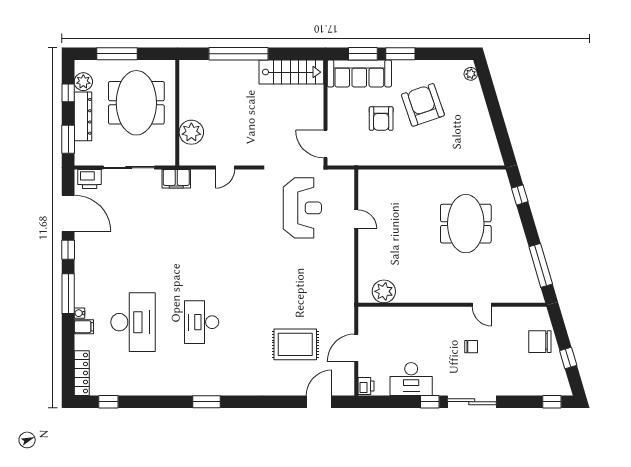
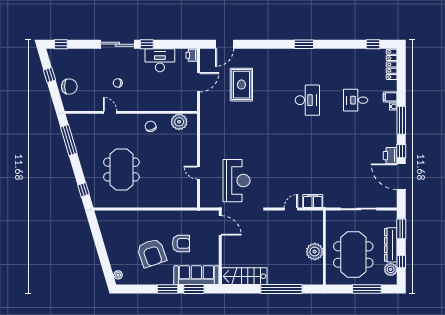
armchair: (381, 119) -> (181, 243), turned 90
plant: (191, 132) -> (315, 252), moved
printer: (90, 179) -> (390, 156), moved, turned -90
filing cabinet: (176, 179) -> (313, 201), moved
reception desk: (302, 208) -> (237, 181), turned 180
chair: (424, 285) -> (151, 126), added
desk: (133, 322) -> (356, 100), width x0.53, depth x0.77
rug: (295, 344) -> (241, 85), turned 90

